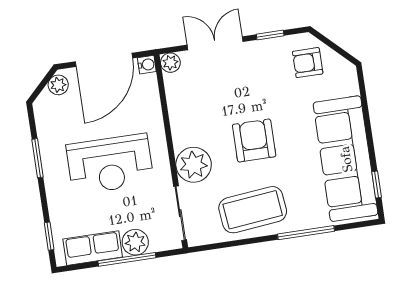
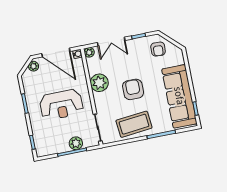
double door: (215, 43) -> (111, 42), swing flipped
door: (104, 60) -> (56, 53), hinge flipped
armchair: (308, 63) -> (158, 49), turned -87
plant: (194, 165) -> (99, 83), moved
row of seats: (93, 248) -> (55, 147), removed

